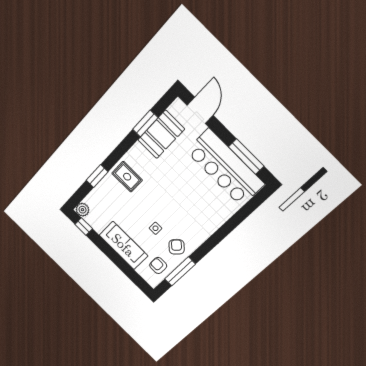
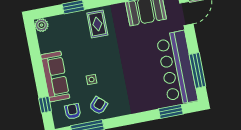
window: (246, 211) -> (171, 111), added
window: (84, 227) -> (45, 105), moved

